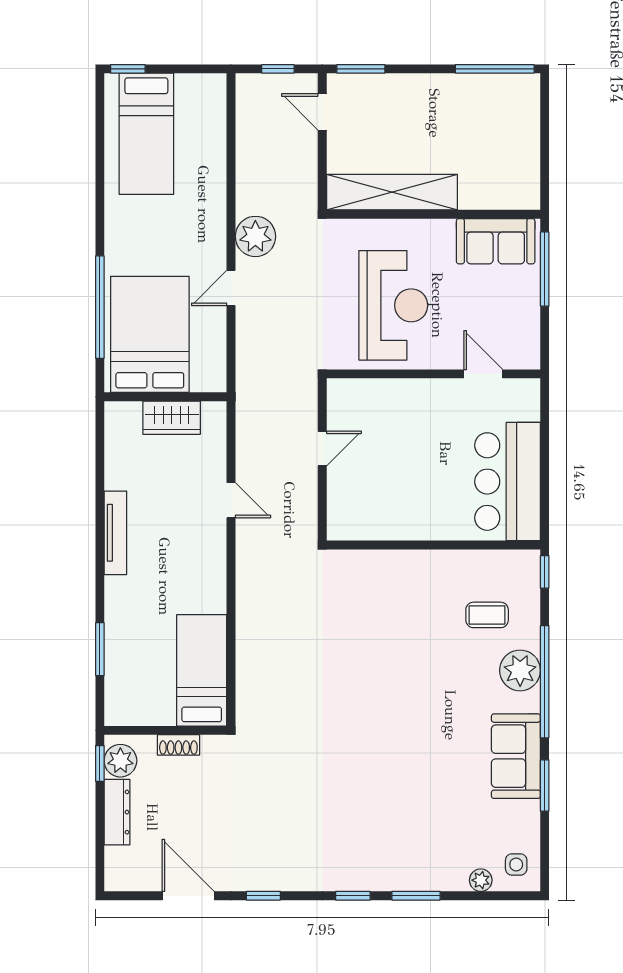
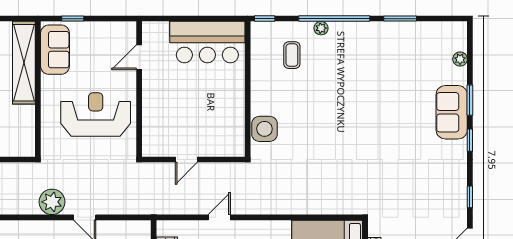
shelving: (392, 192) -> (24, 63), moved
window: (545, 269) -> (73, 19), width x0.46
door: (322, 448) -> (186, 160), swing flipped
plant: (520, 670) -> (321, 28), width x0.53, depth x0.53
sofa: (516, 756) -> (452, 112), moved, turned 90
side table: (516, 864) -> (264, 129), moved, width x1.87, depth x1.87

